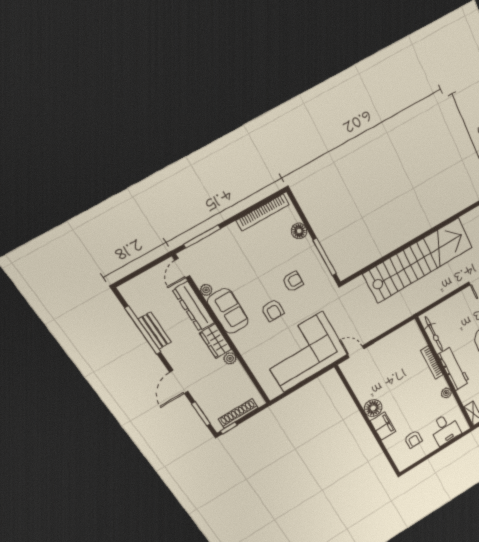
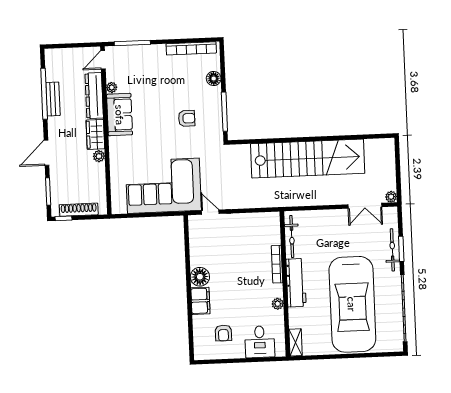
armchair: (273, 310) -> (157, 134), removed

